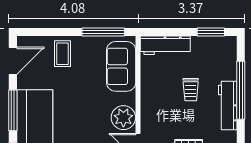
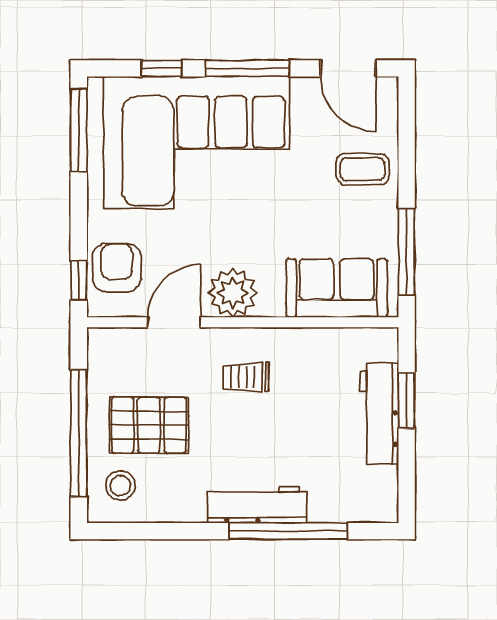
window: (211, 32) -> (407, 400), moved
workbench: (165, 45) -> (379, 414), moved
trolley: (191, 90) -> (246, 377), moved

